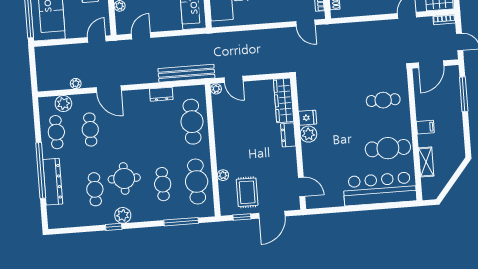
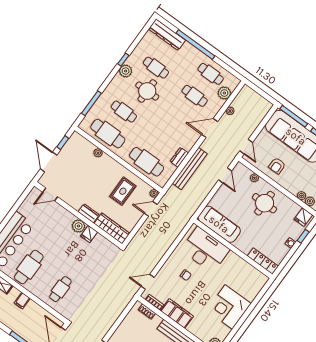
bench: (186, 73) -> (190, 168), moved
dresser: (53, 182) -> (167, 35), moved
rug: (247, 192) -> (123, 191), moved, turned 90

